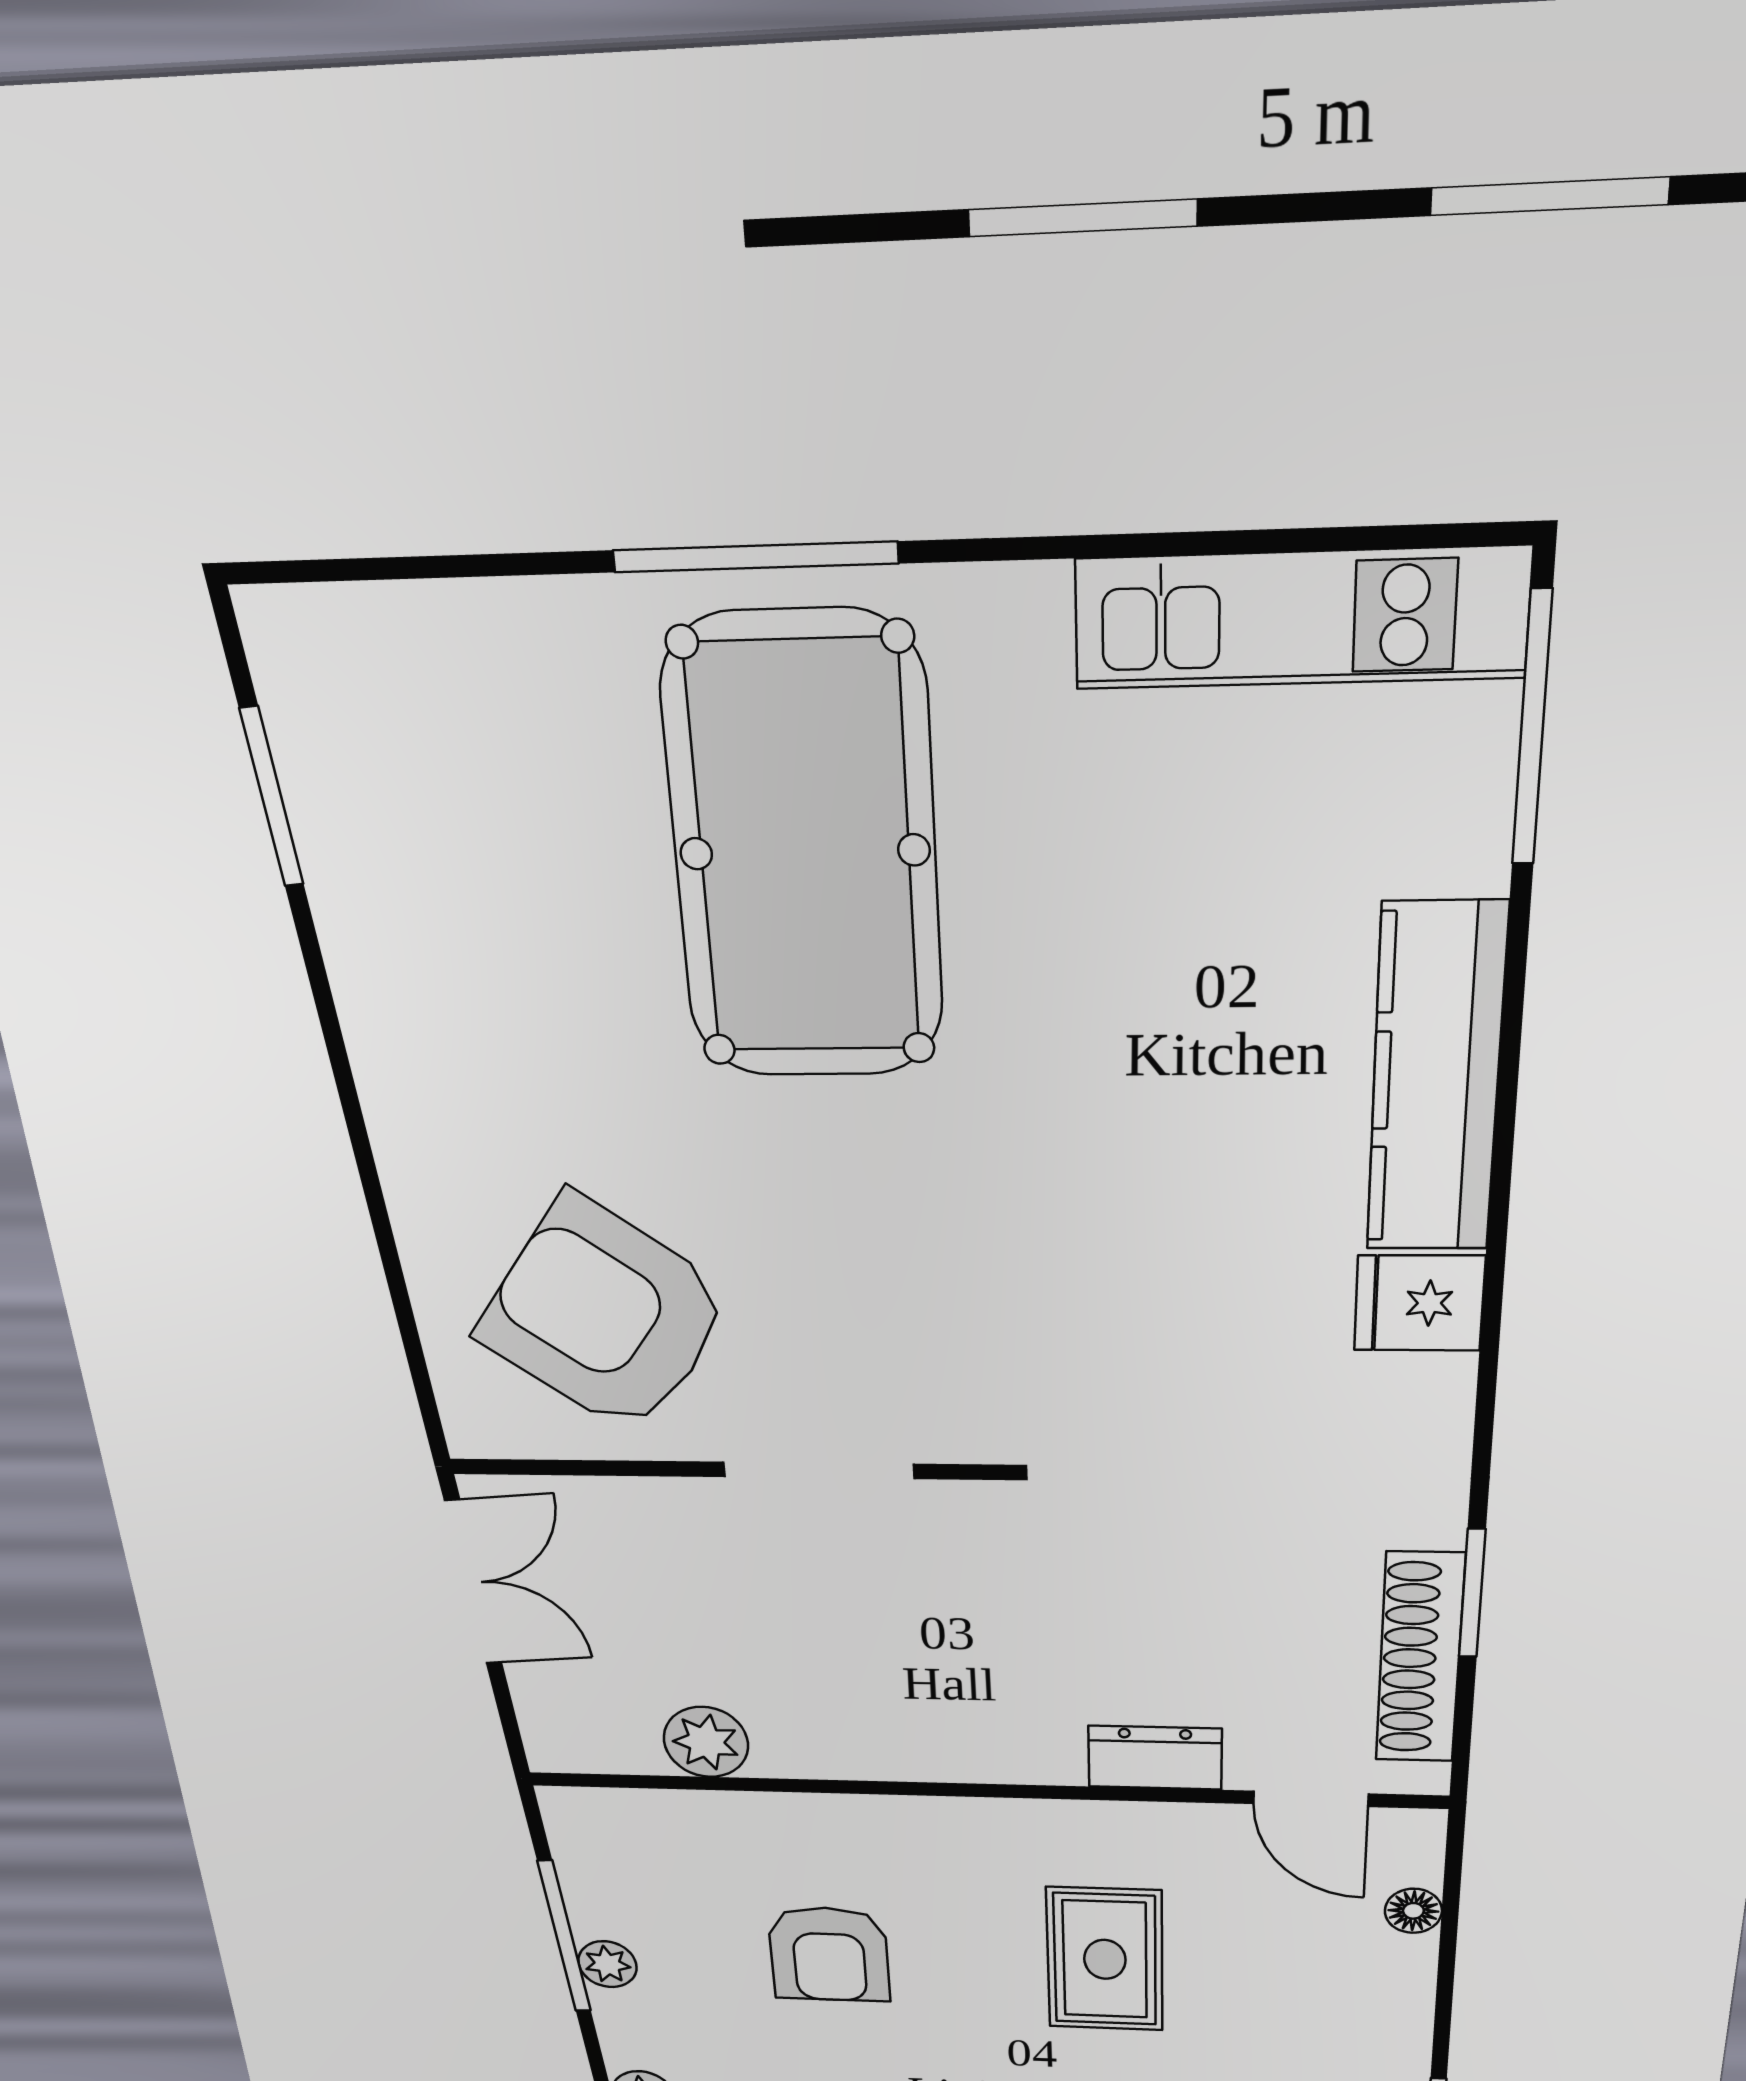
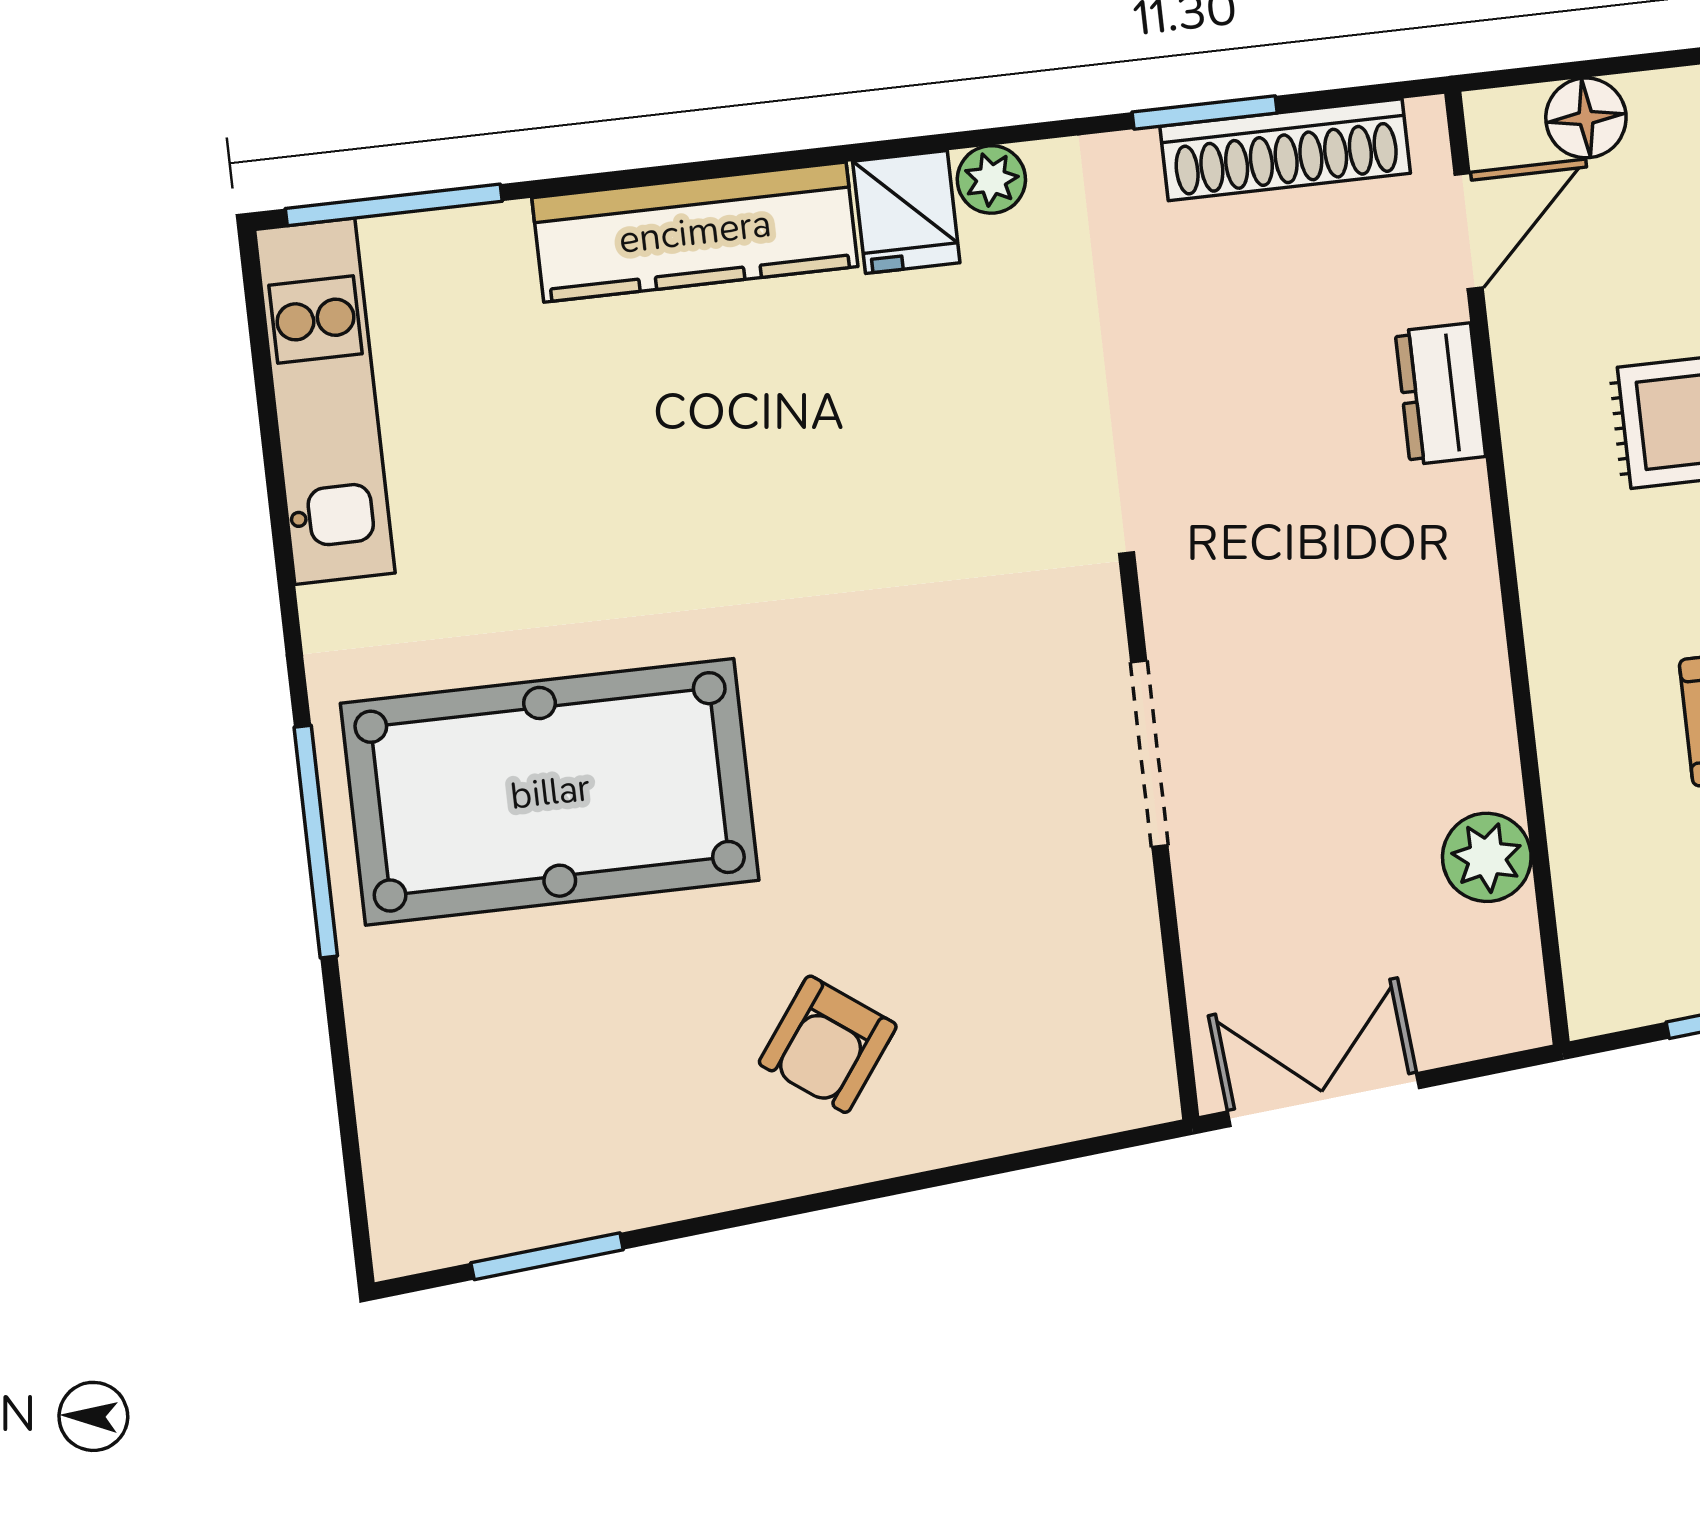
armchair: (605, 1316) -> (828, 1044), moved, width x0.53, depth x0.53
plant: (1439, 1390) -> (991, 179), added
floor lamp: (1413, 1911) -> (1586, 118), width x1.37, depth x1.37

